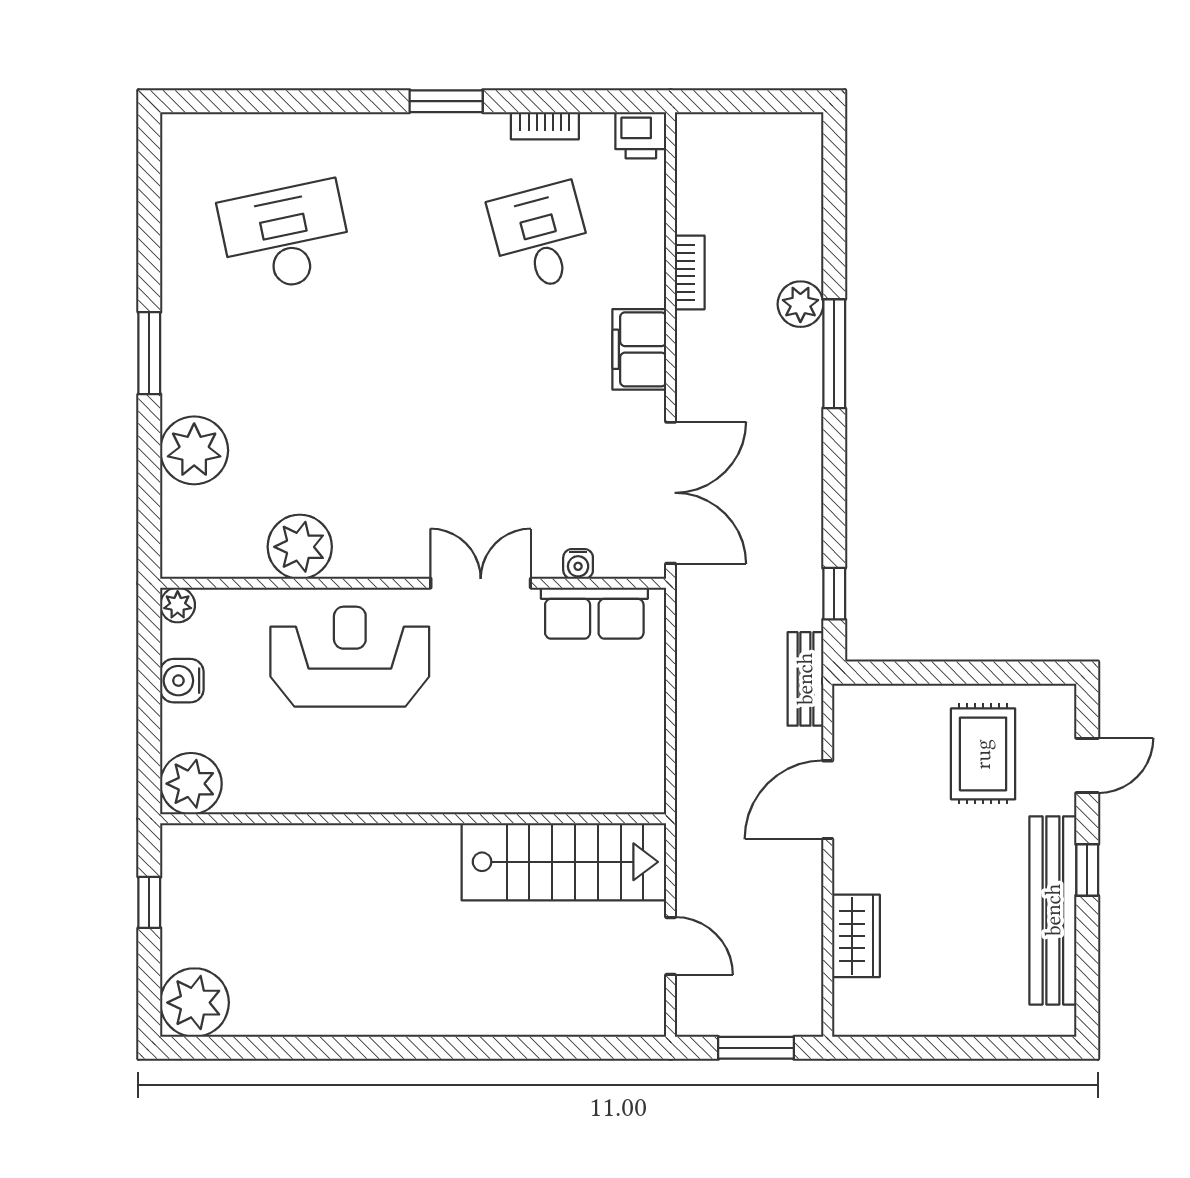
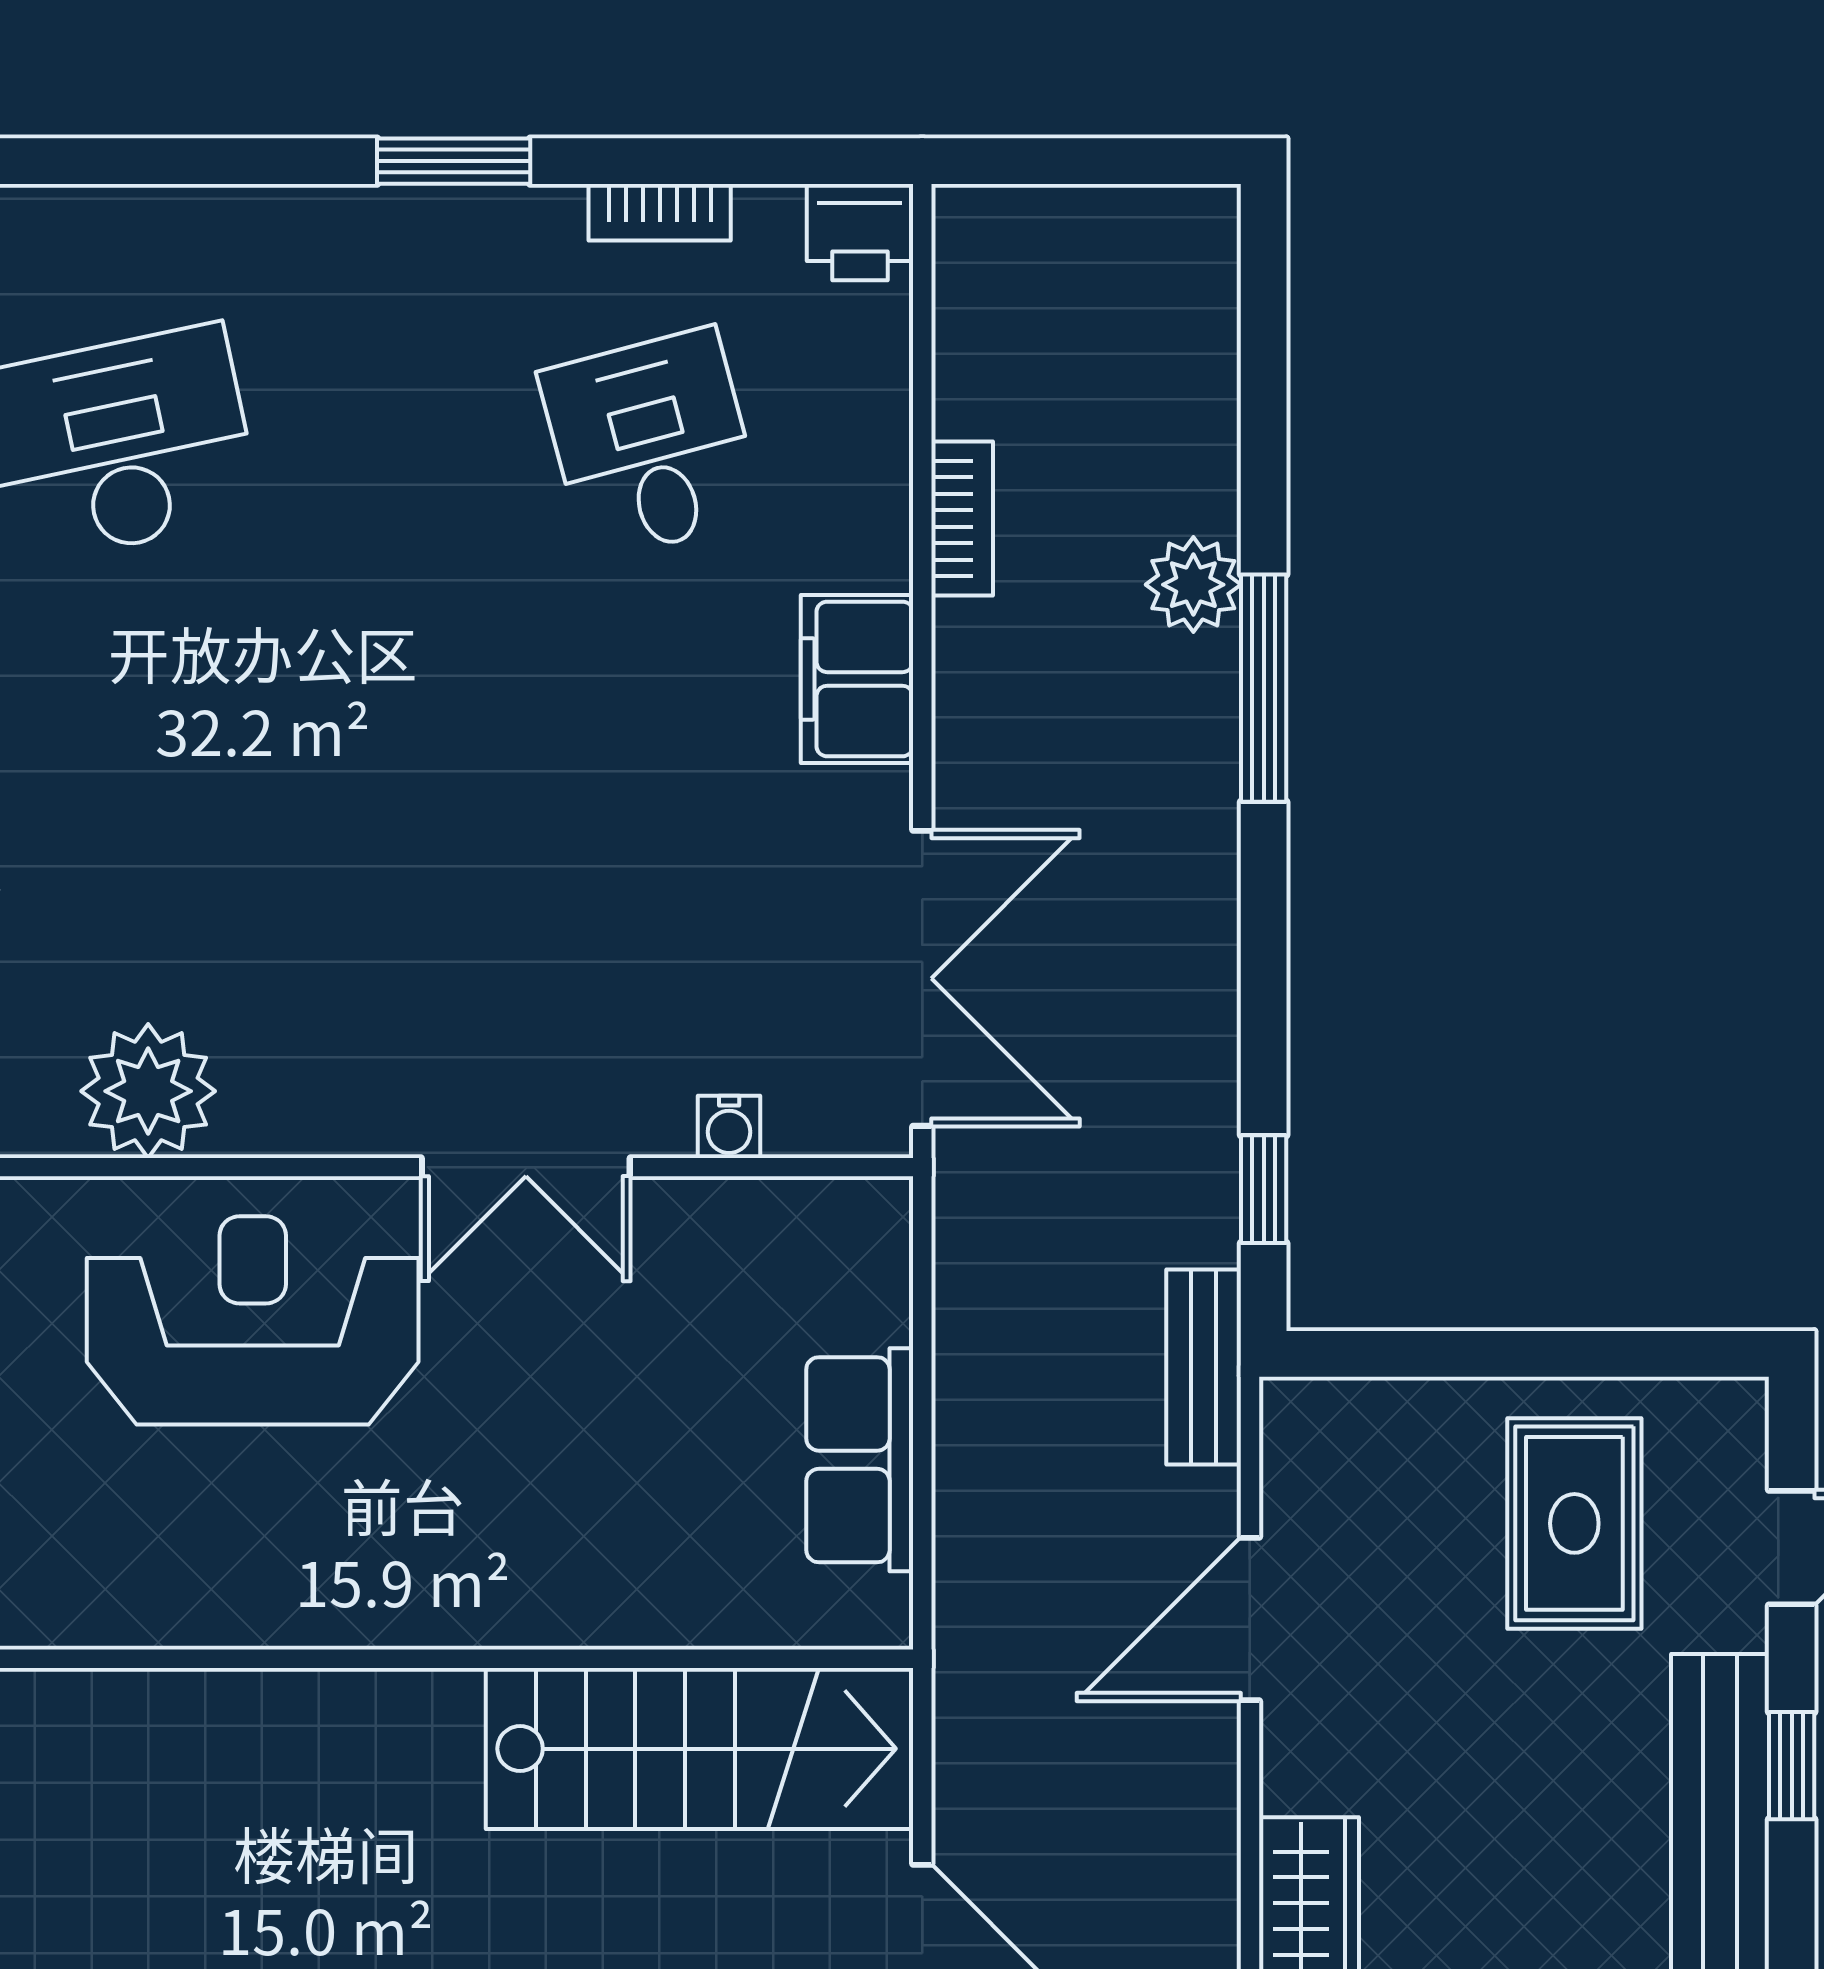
double door: (481, 583) -> (526, 1167), swing flipped
row of seats: (594, 613) -> (860, 1460), moved, turned 90

